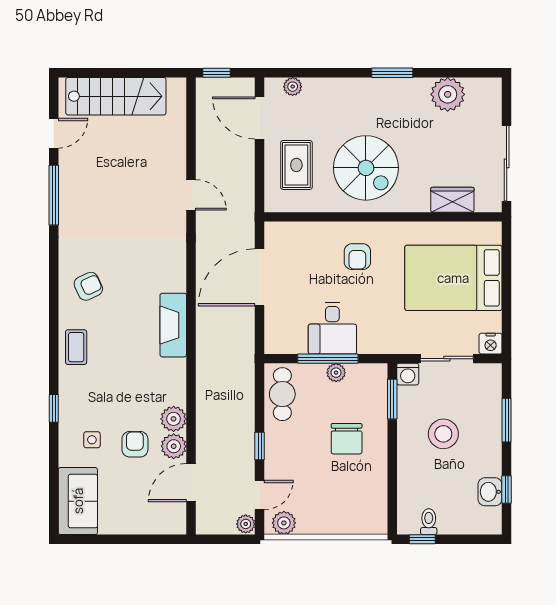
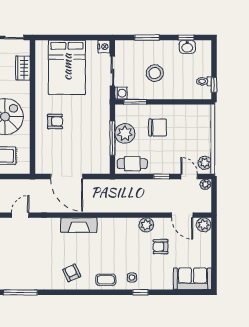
fireplace: (173, 325) -> (79, 225), moved
desk: (332, 328) -> (95, 135), removed
plant: (336, 373) -> (125, 133), width x1.88, depth x1.88
side table: (92, 440) -> (132, 278), moved
plant: (174, 446) -> (204, 225), moved

